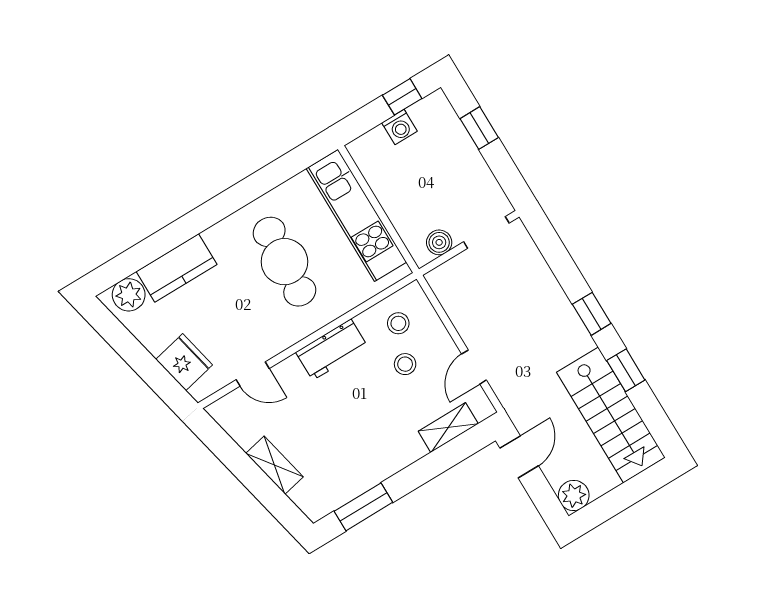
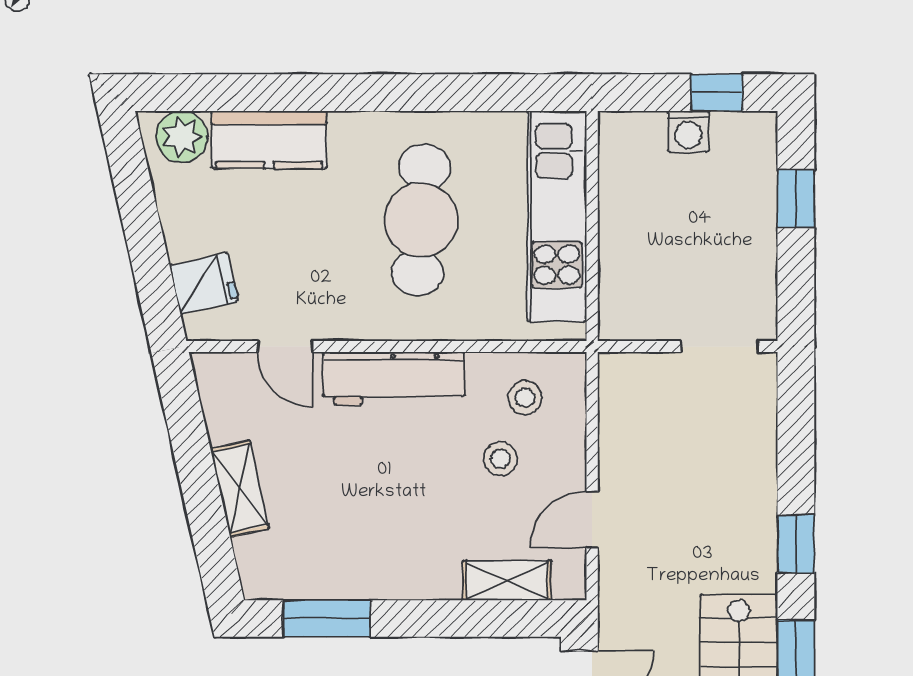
boiler: (439, 242) -> (647, 321), removed
workbench: (332, 350) -> (394, 379), width x1.38
fridge: (184, 362) -> (204, 283), width x0.72

